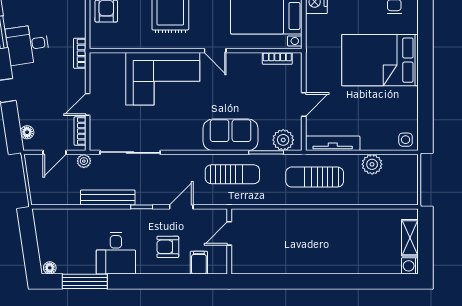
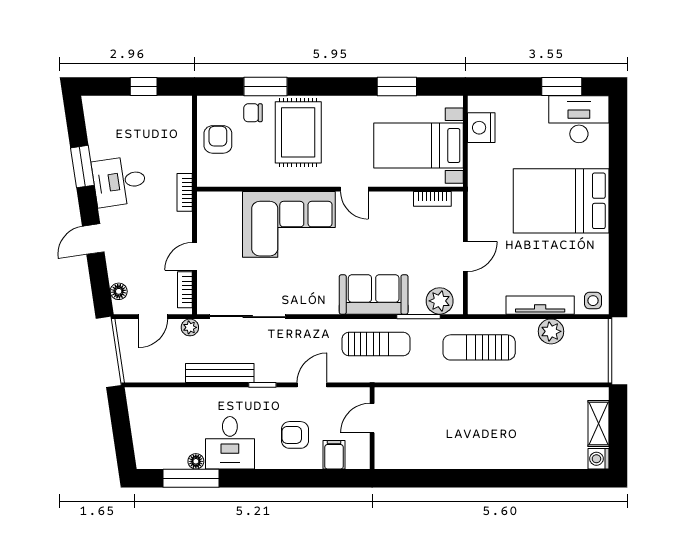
tv unit: (333, 143) -> (540, 305), moved
floor lamp: (50, 268) -> (196, 461), moved

